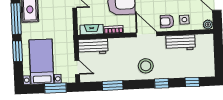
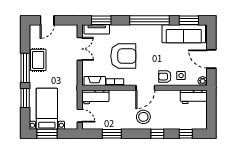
door: (147, 34) -> (145, 88), swing flipped
workbench: (181, 43) -> (194, 97), moved
window: (55, 88) -> (47, 134), moved

